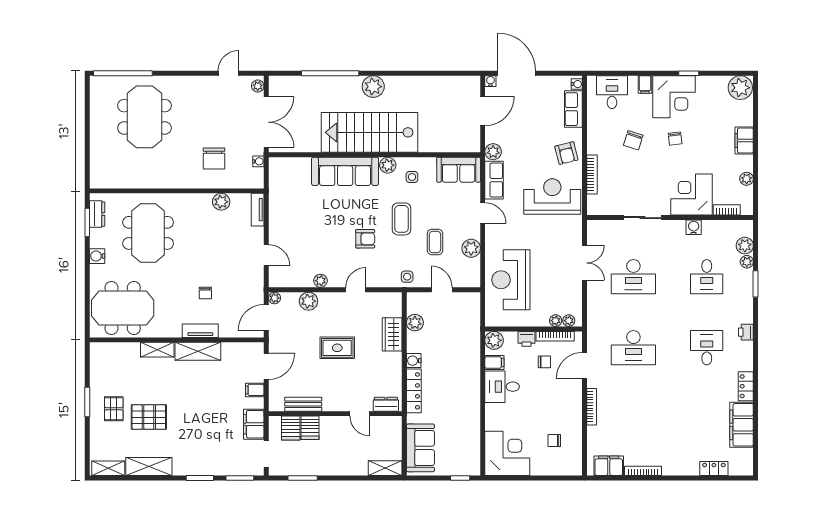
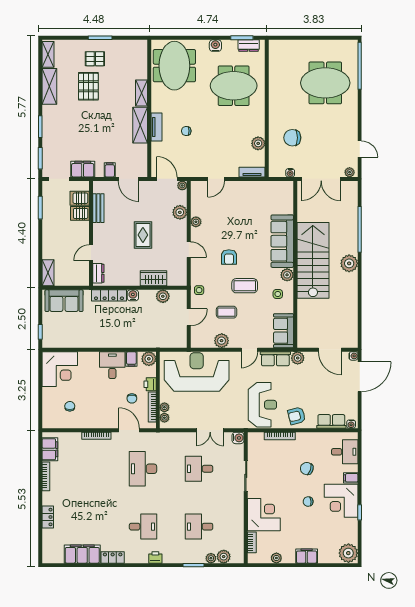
water cooler: (694, 227) -> (238, 438), moved
desk: (633, 277) -> (199, 469), width x0.73
reception desk: (511, 280) -> (197, 372), width x1.36, depth x1.30
locker: (714, 469) -> (48, 517), moved

